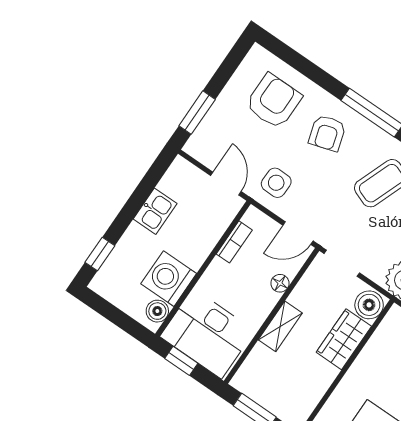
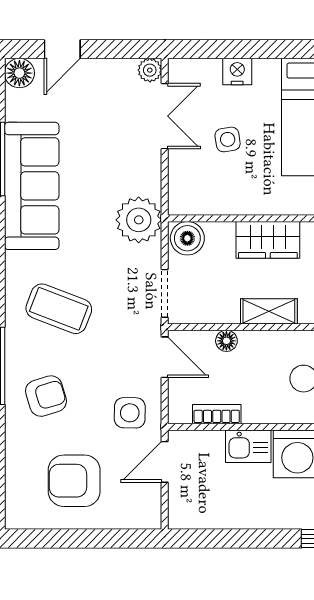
armchair: (274, 101) -> (74, 481), moved
window: (197, 113) -> (114, 539), removed
kitchen sink: (155, 211) -> (248, 446), moved, turned 180
wardrobe: (344, 339) -> (268, 240), moved

